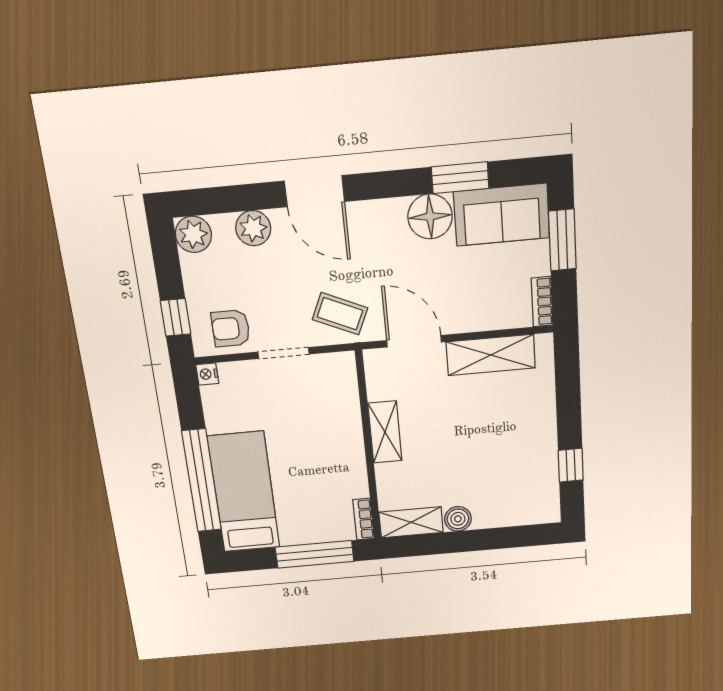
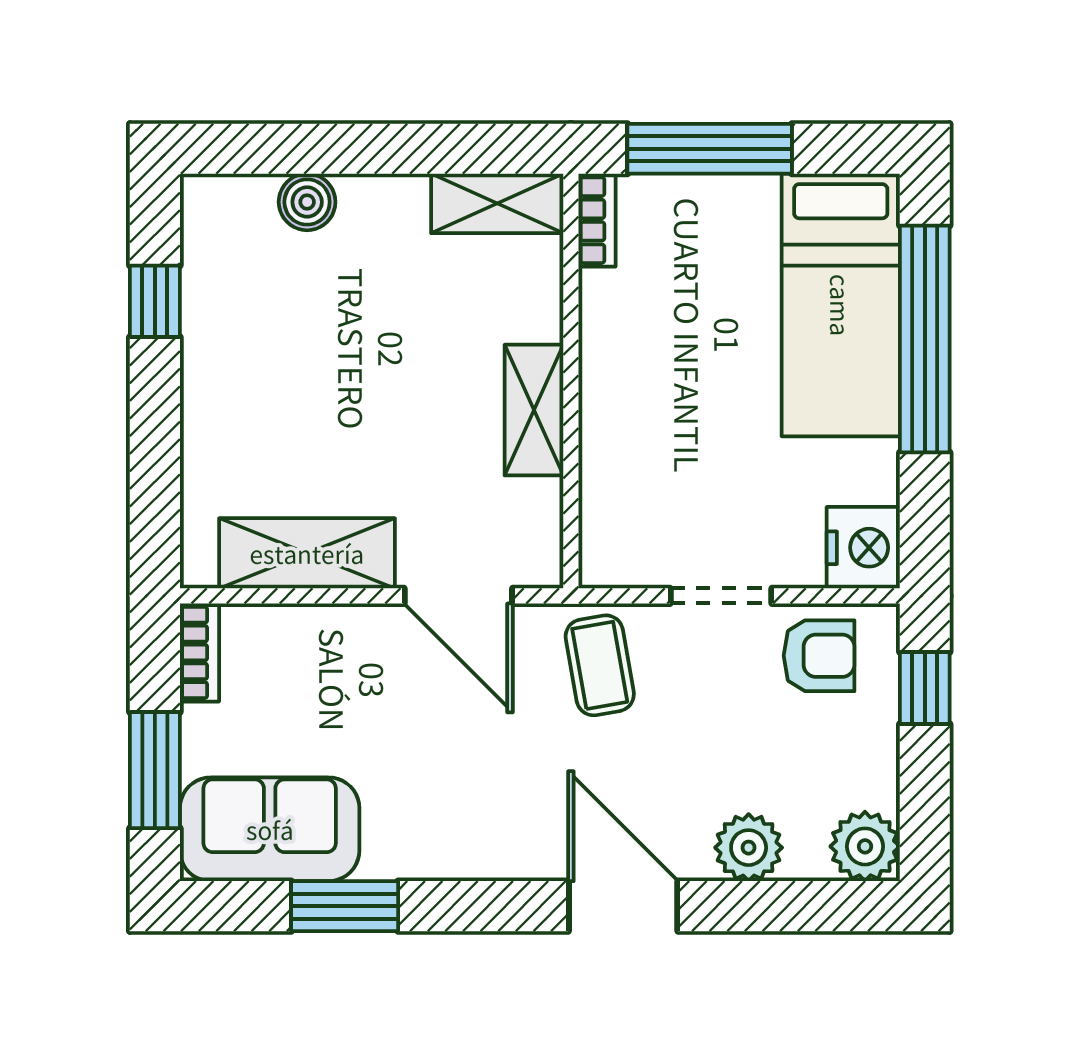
floor lamp: (430, 216) -> (407, 839), removed
coffee table: (340, 314) -> (600, 665), turned 56
nightstand: (207, 374) -> (863, 548), width x1.89, depth x1.79
boiler: (458, 519) -> (307, 202), moved

